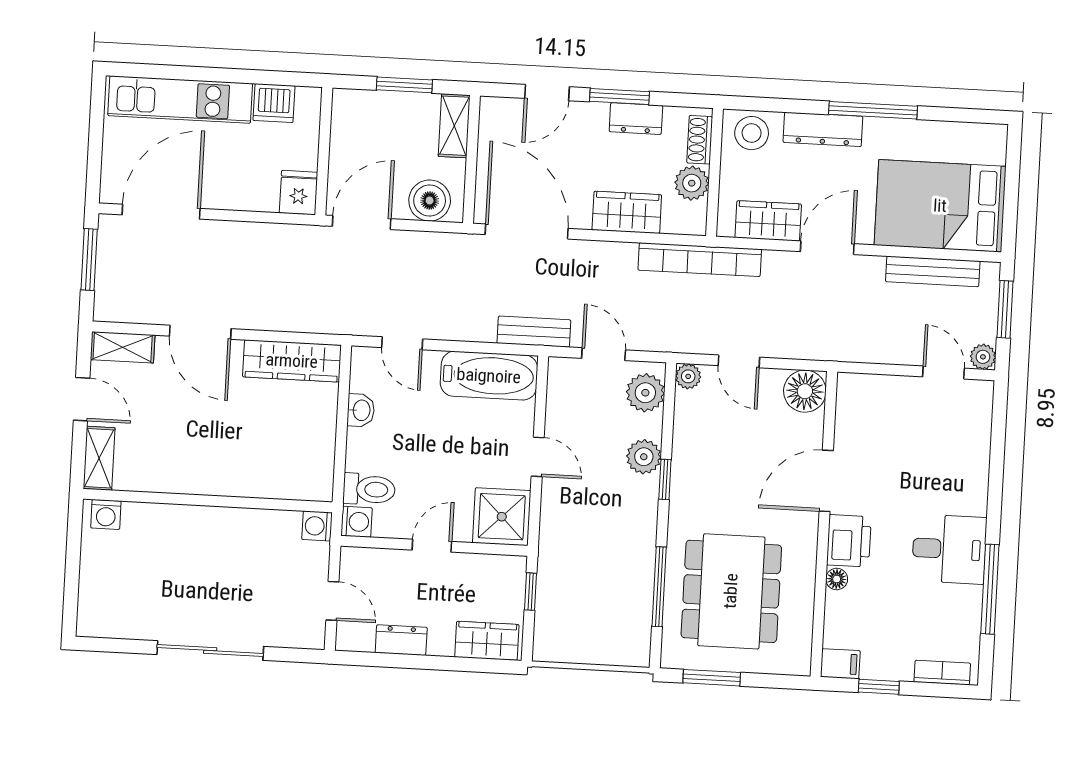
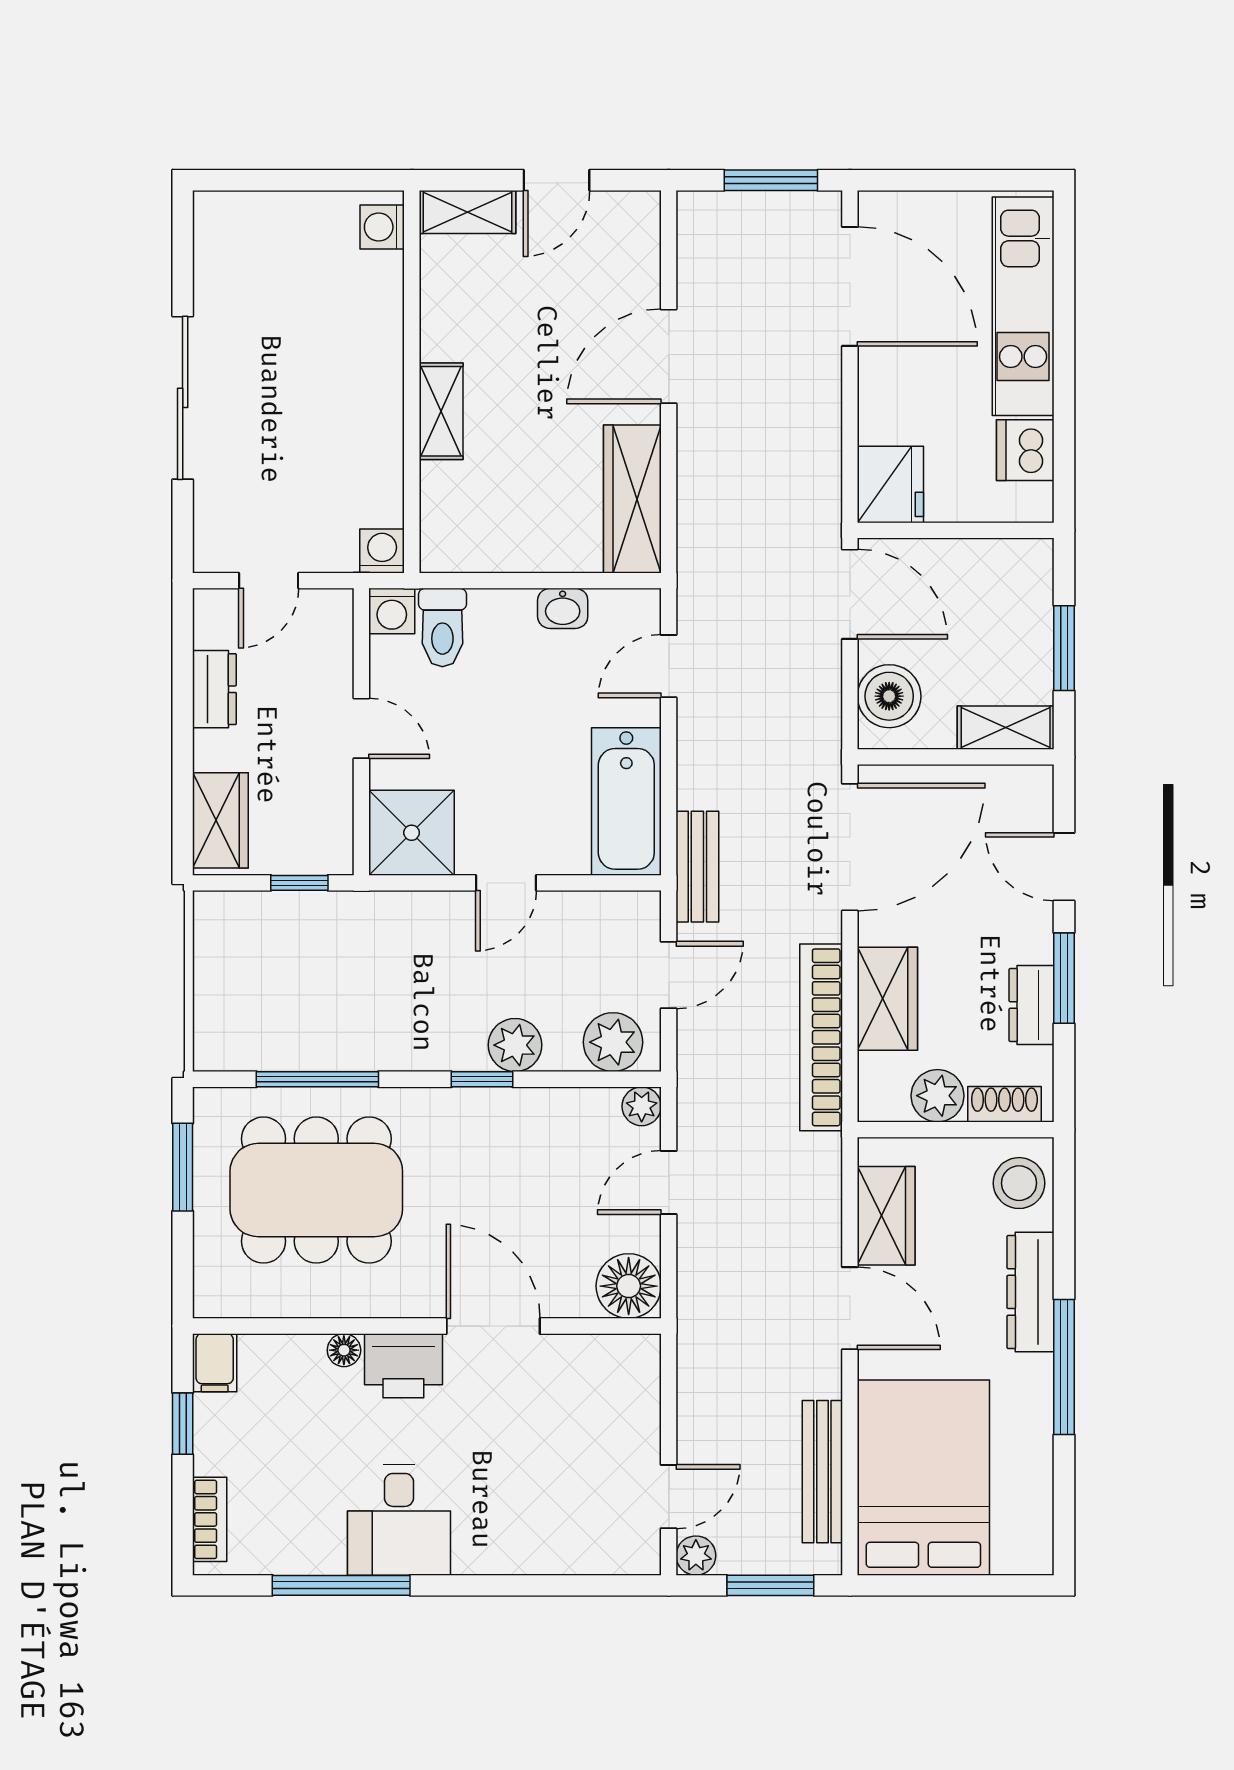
fridge: (299, 193) -> (890, 485), width x1.38
bookcase: (700, 260) -> (821, 1037), moved
shelving: (123, 347) -> (441, 411), moved

